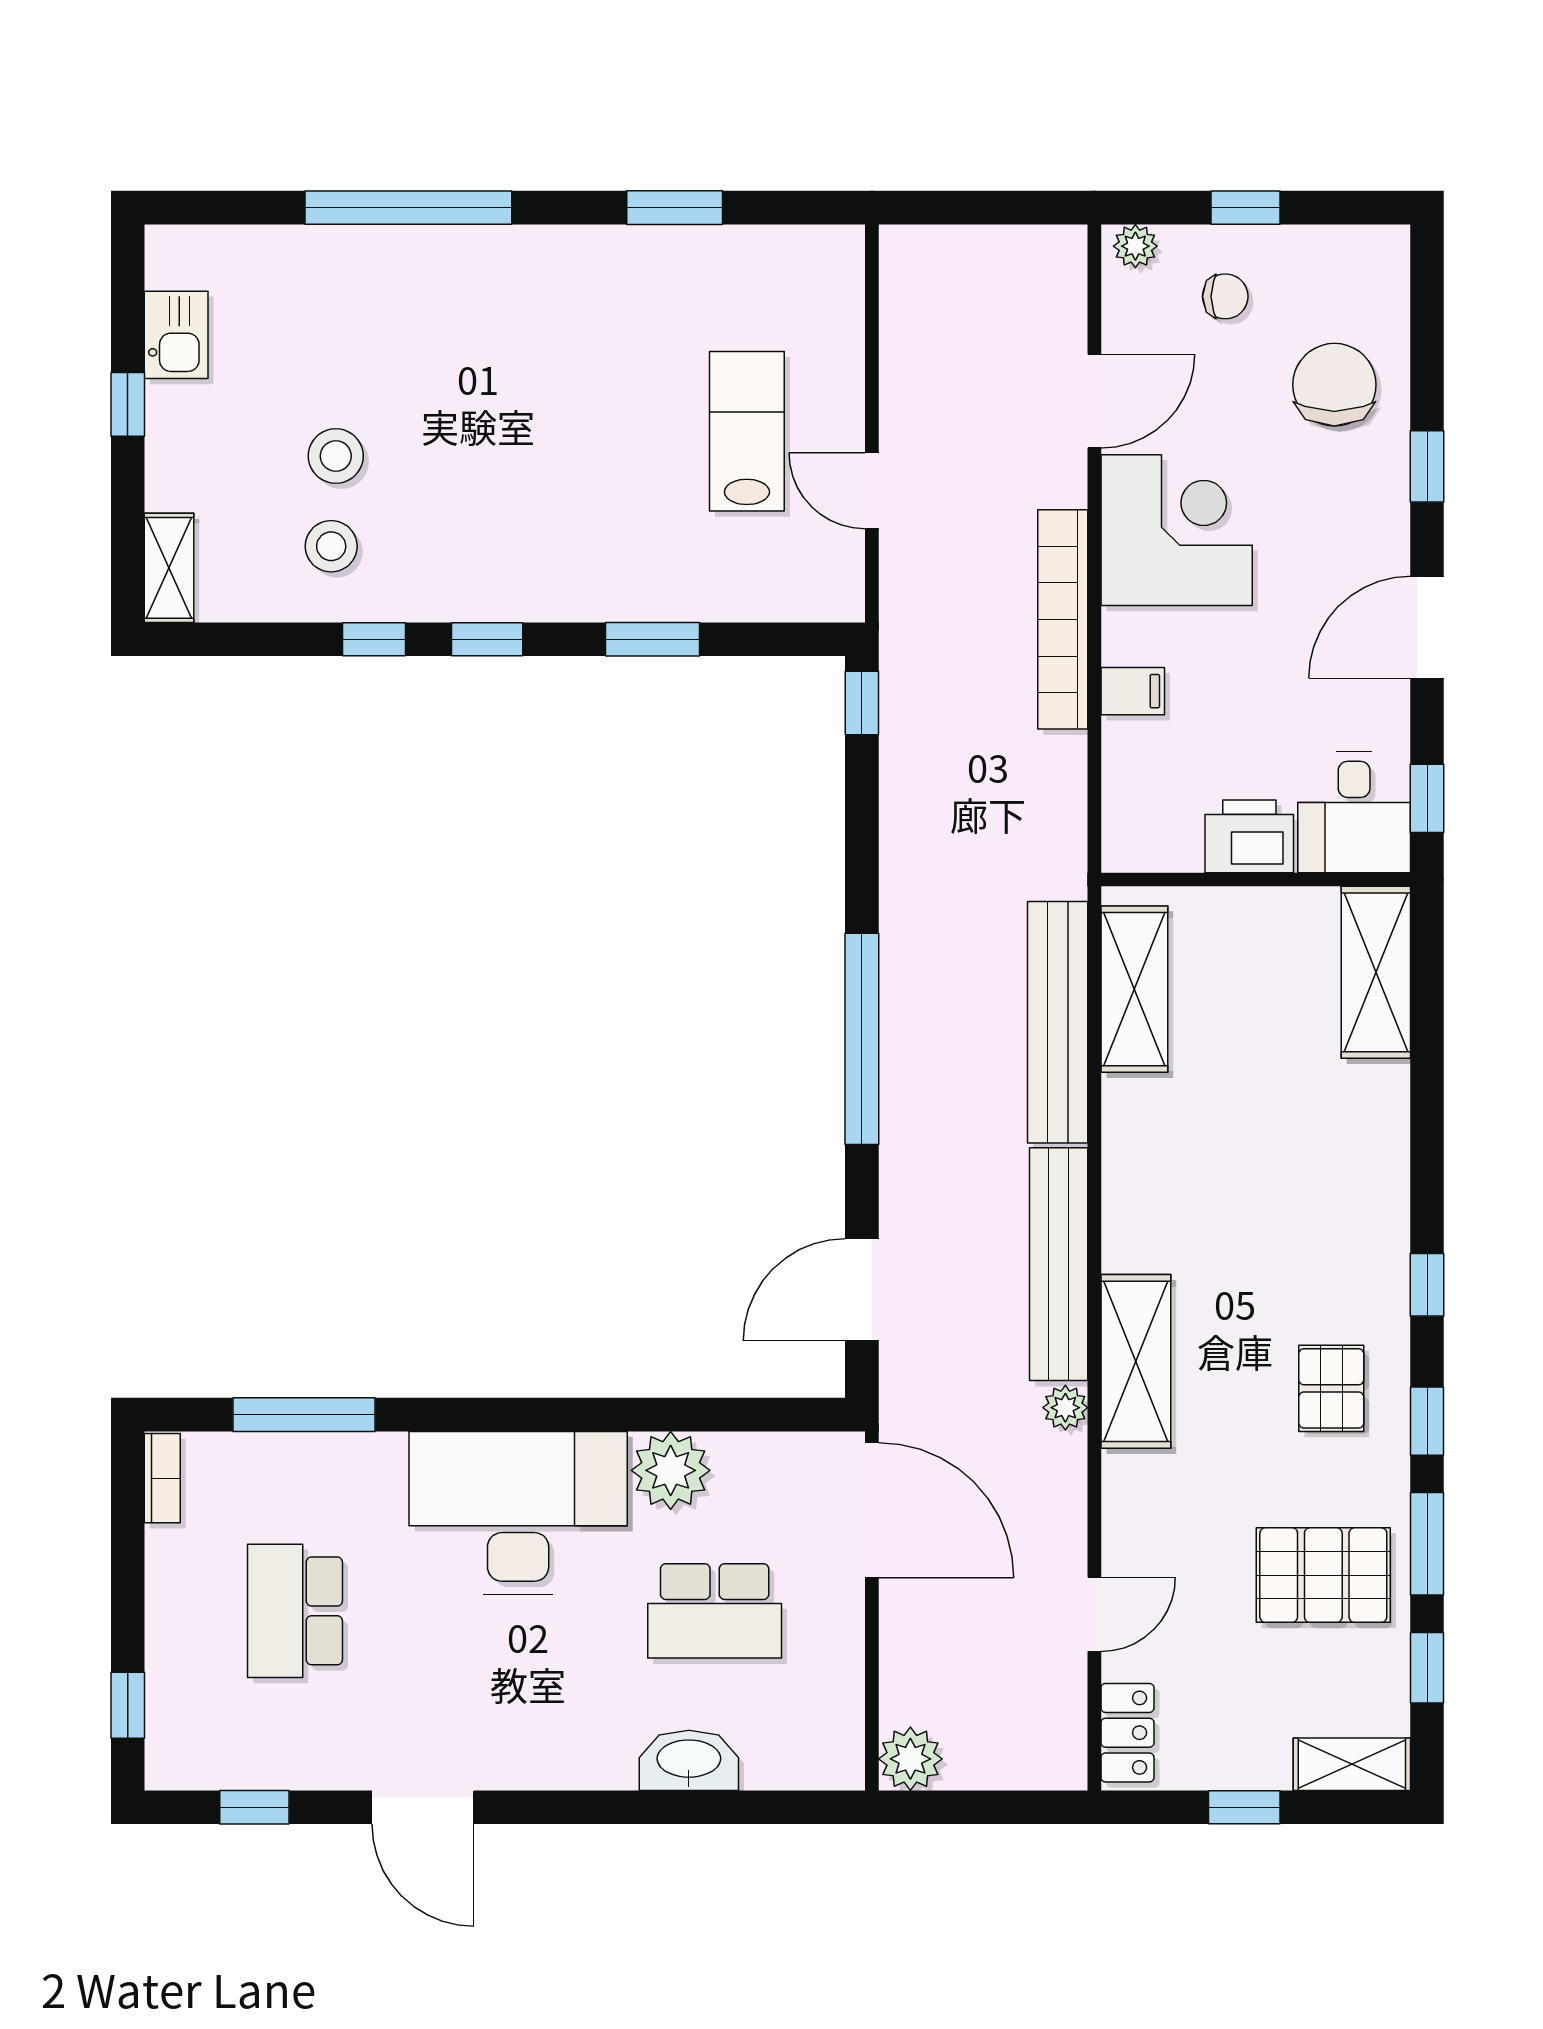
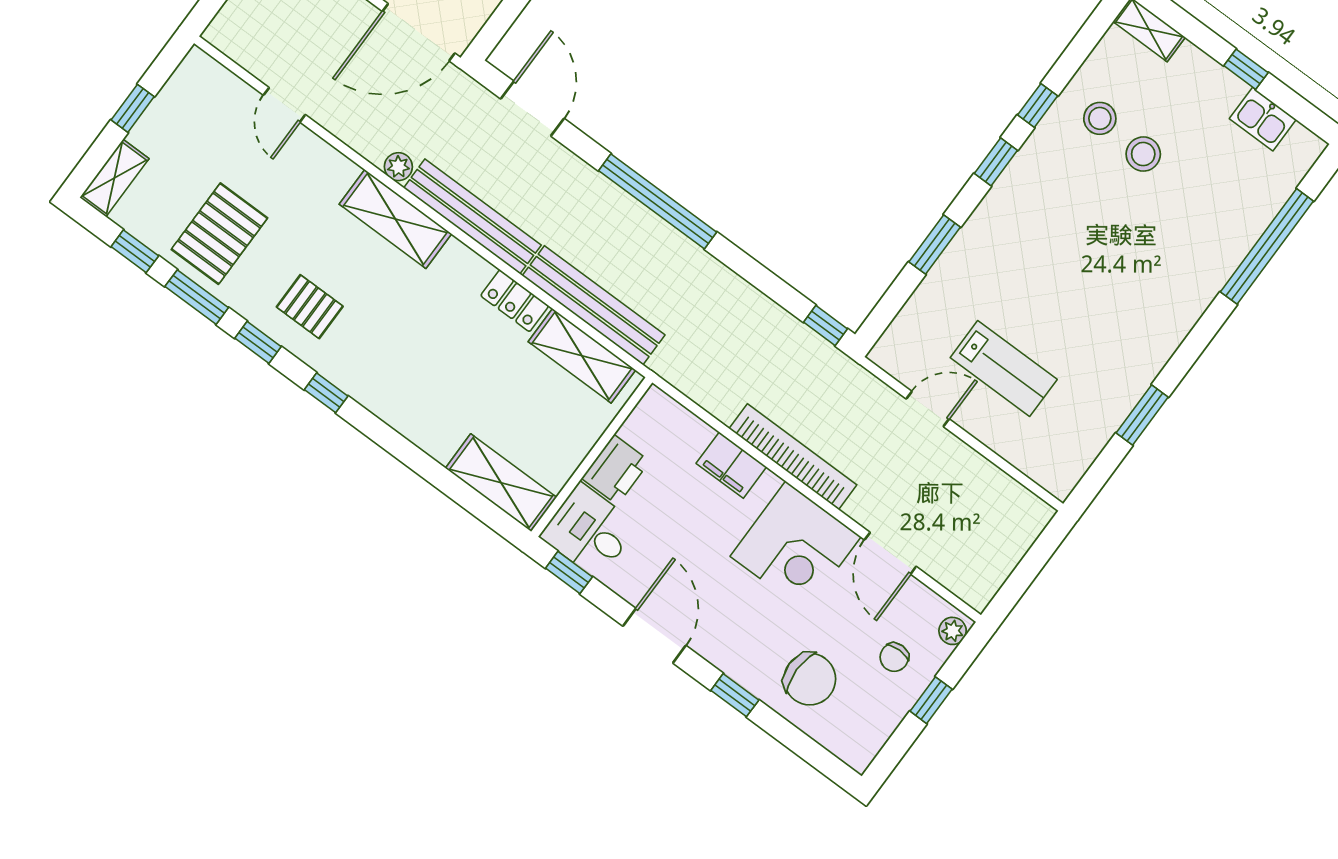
window: (408, 208) -> (1267, 246), moved
filing cabinet: (1133, 691) -> (731, 465), width x2.00
locker: (1127, 1733) -> (515, 301), moved

